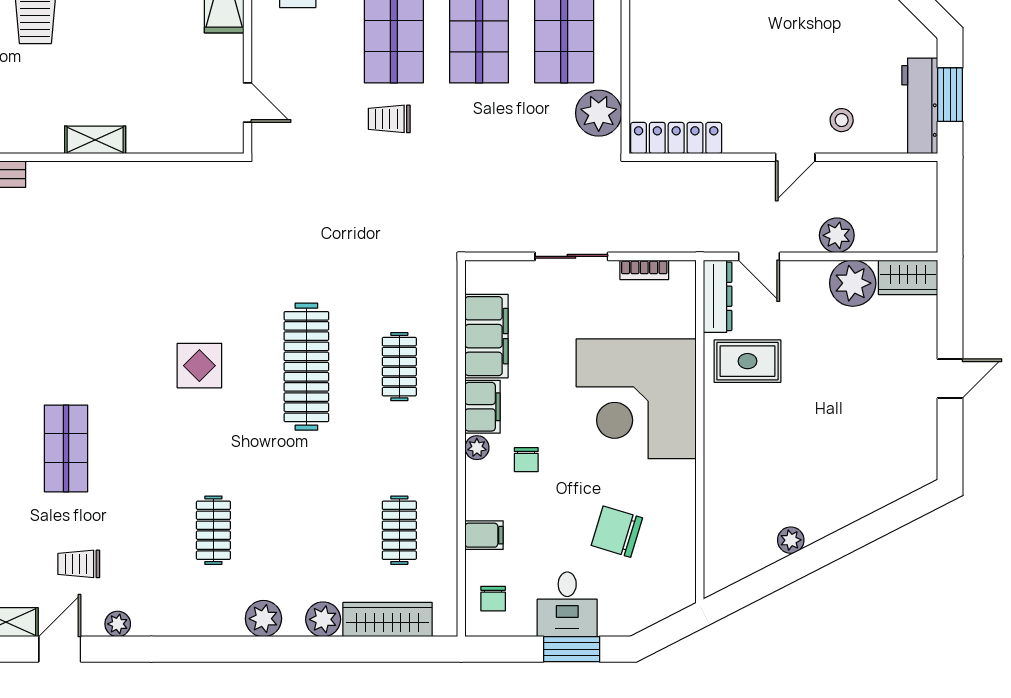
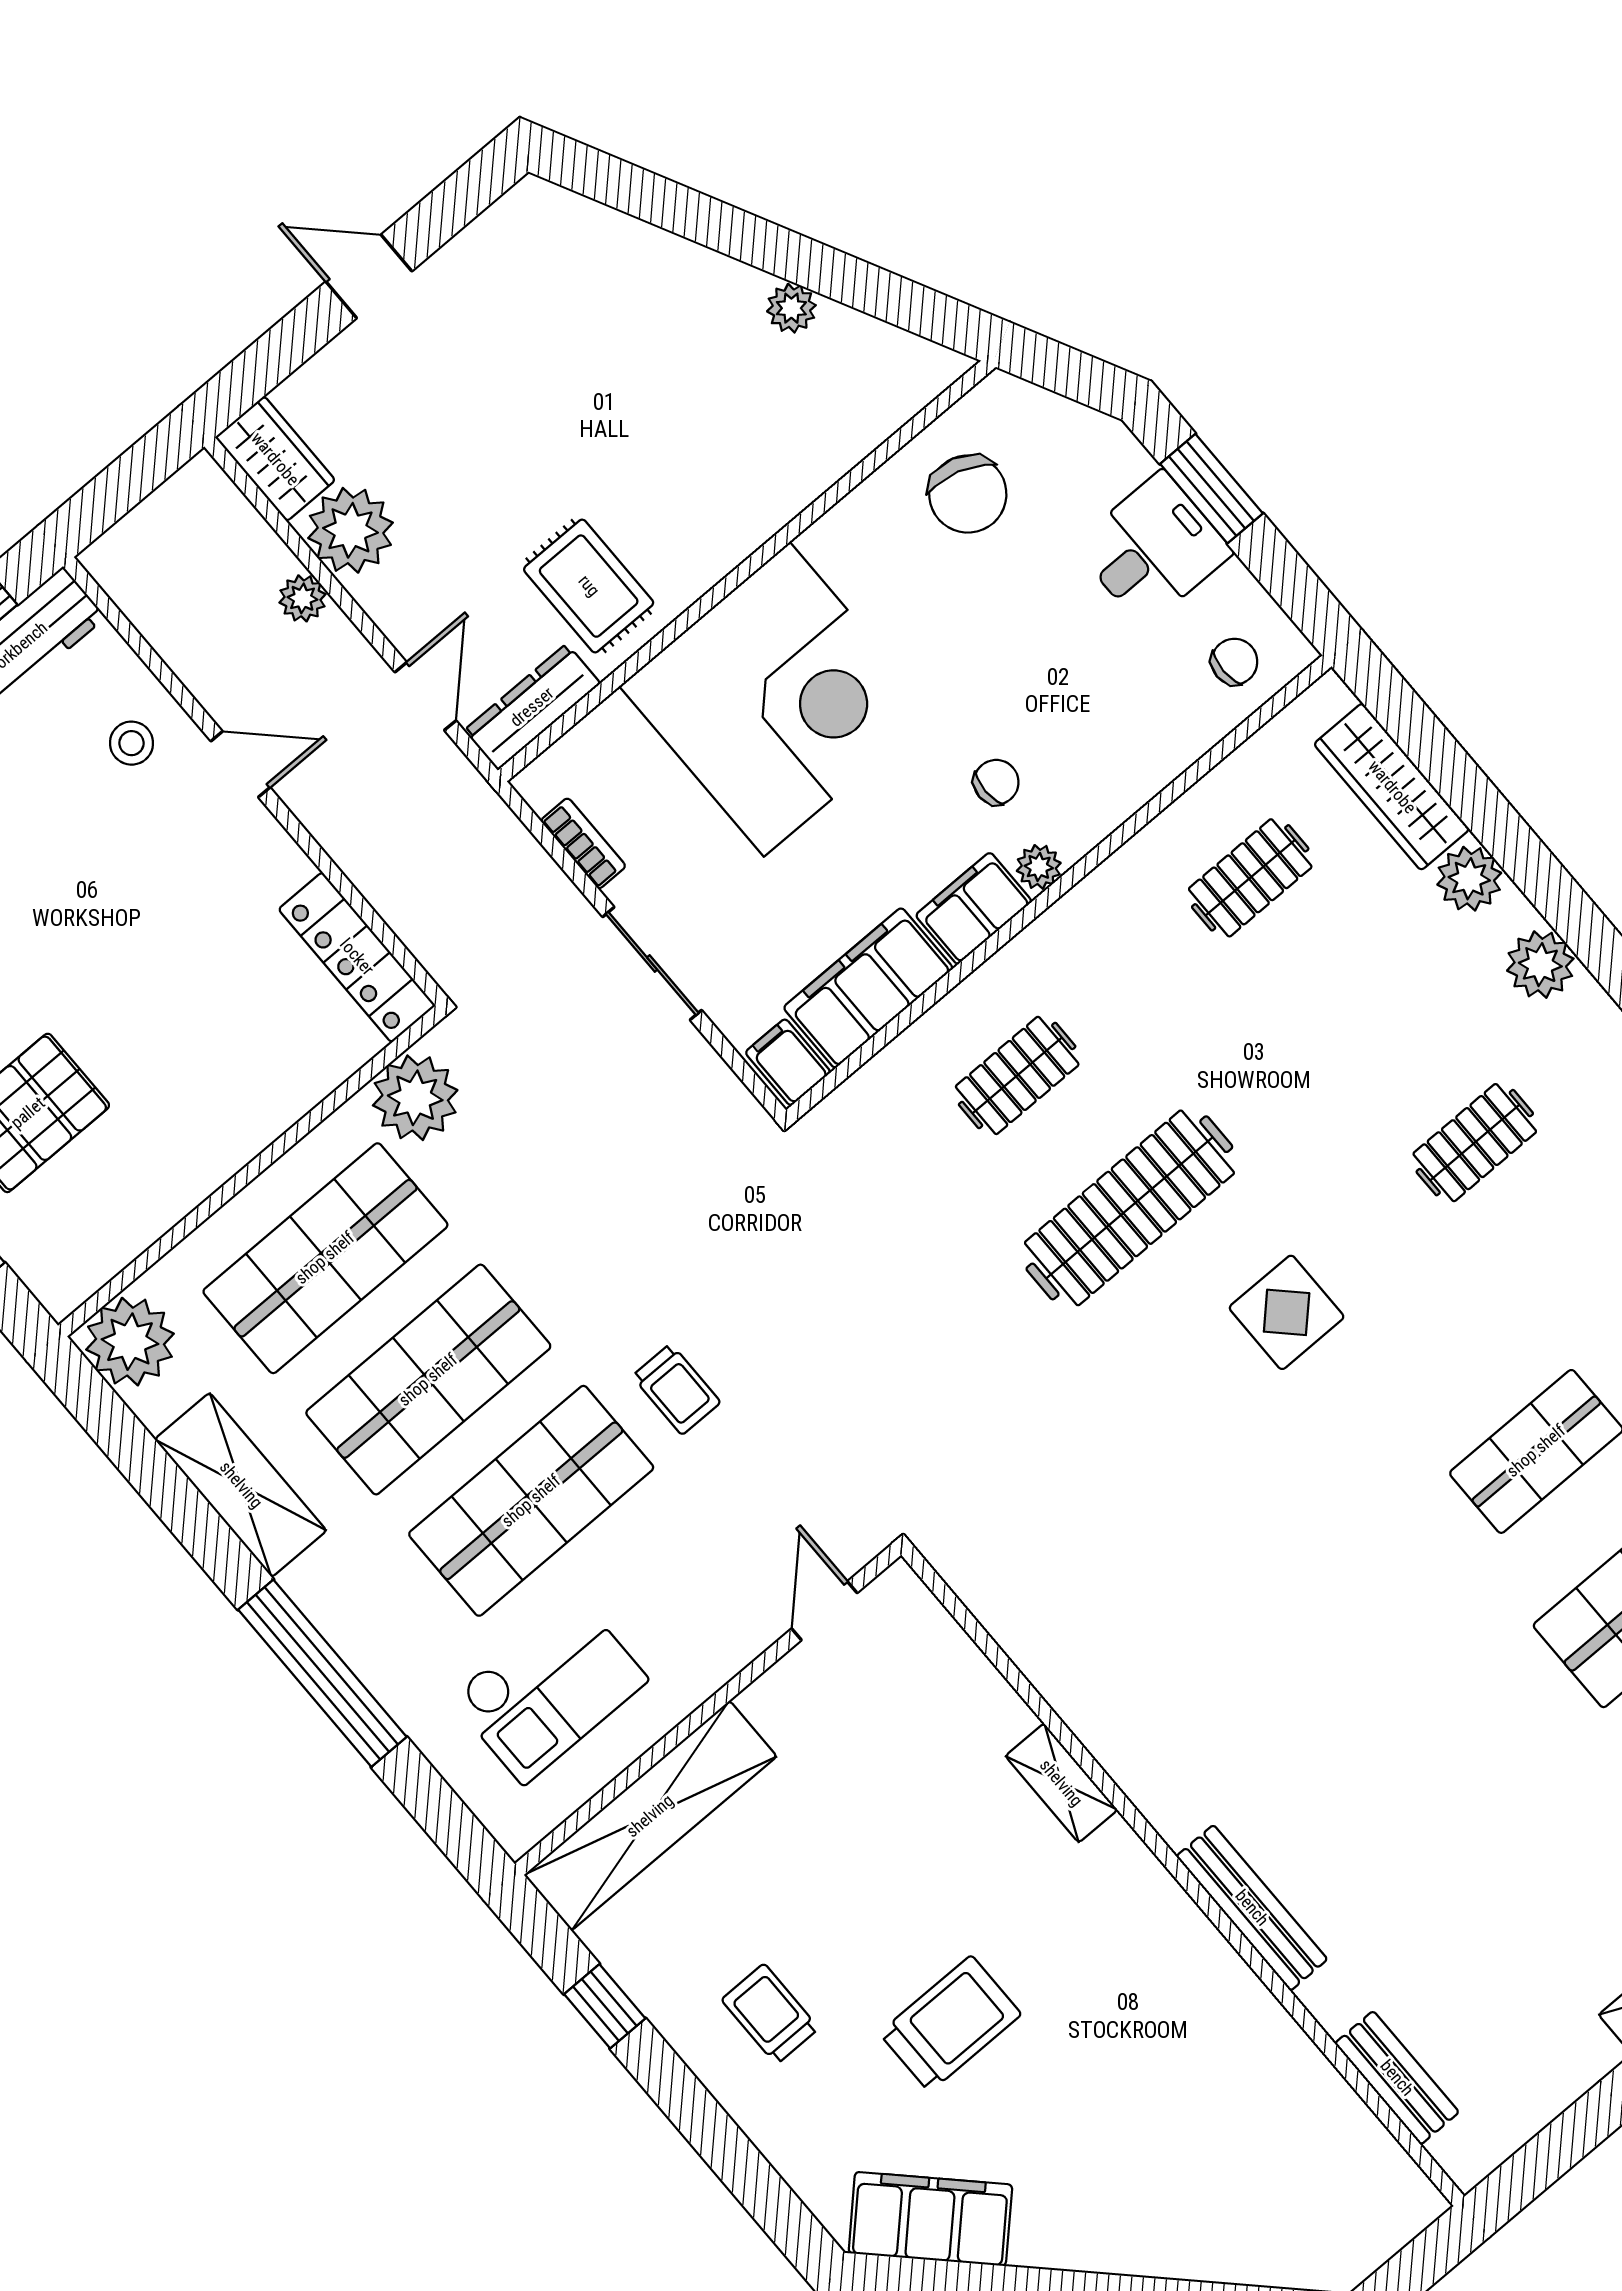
plant: (837, 235) -> (302, 598), width x0.73, depth x0.73
display table: (199, 366) -> (1287, 1312), moved
chair: (617, 532) -> (968, 494), moved
filing cabinet: (484, 535) -> (788, 1062), moved

